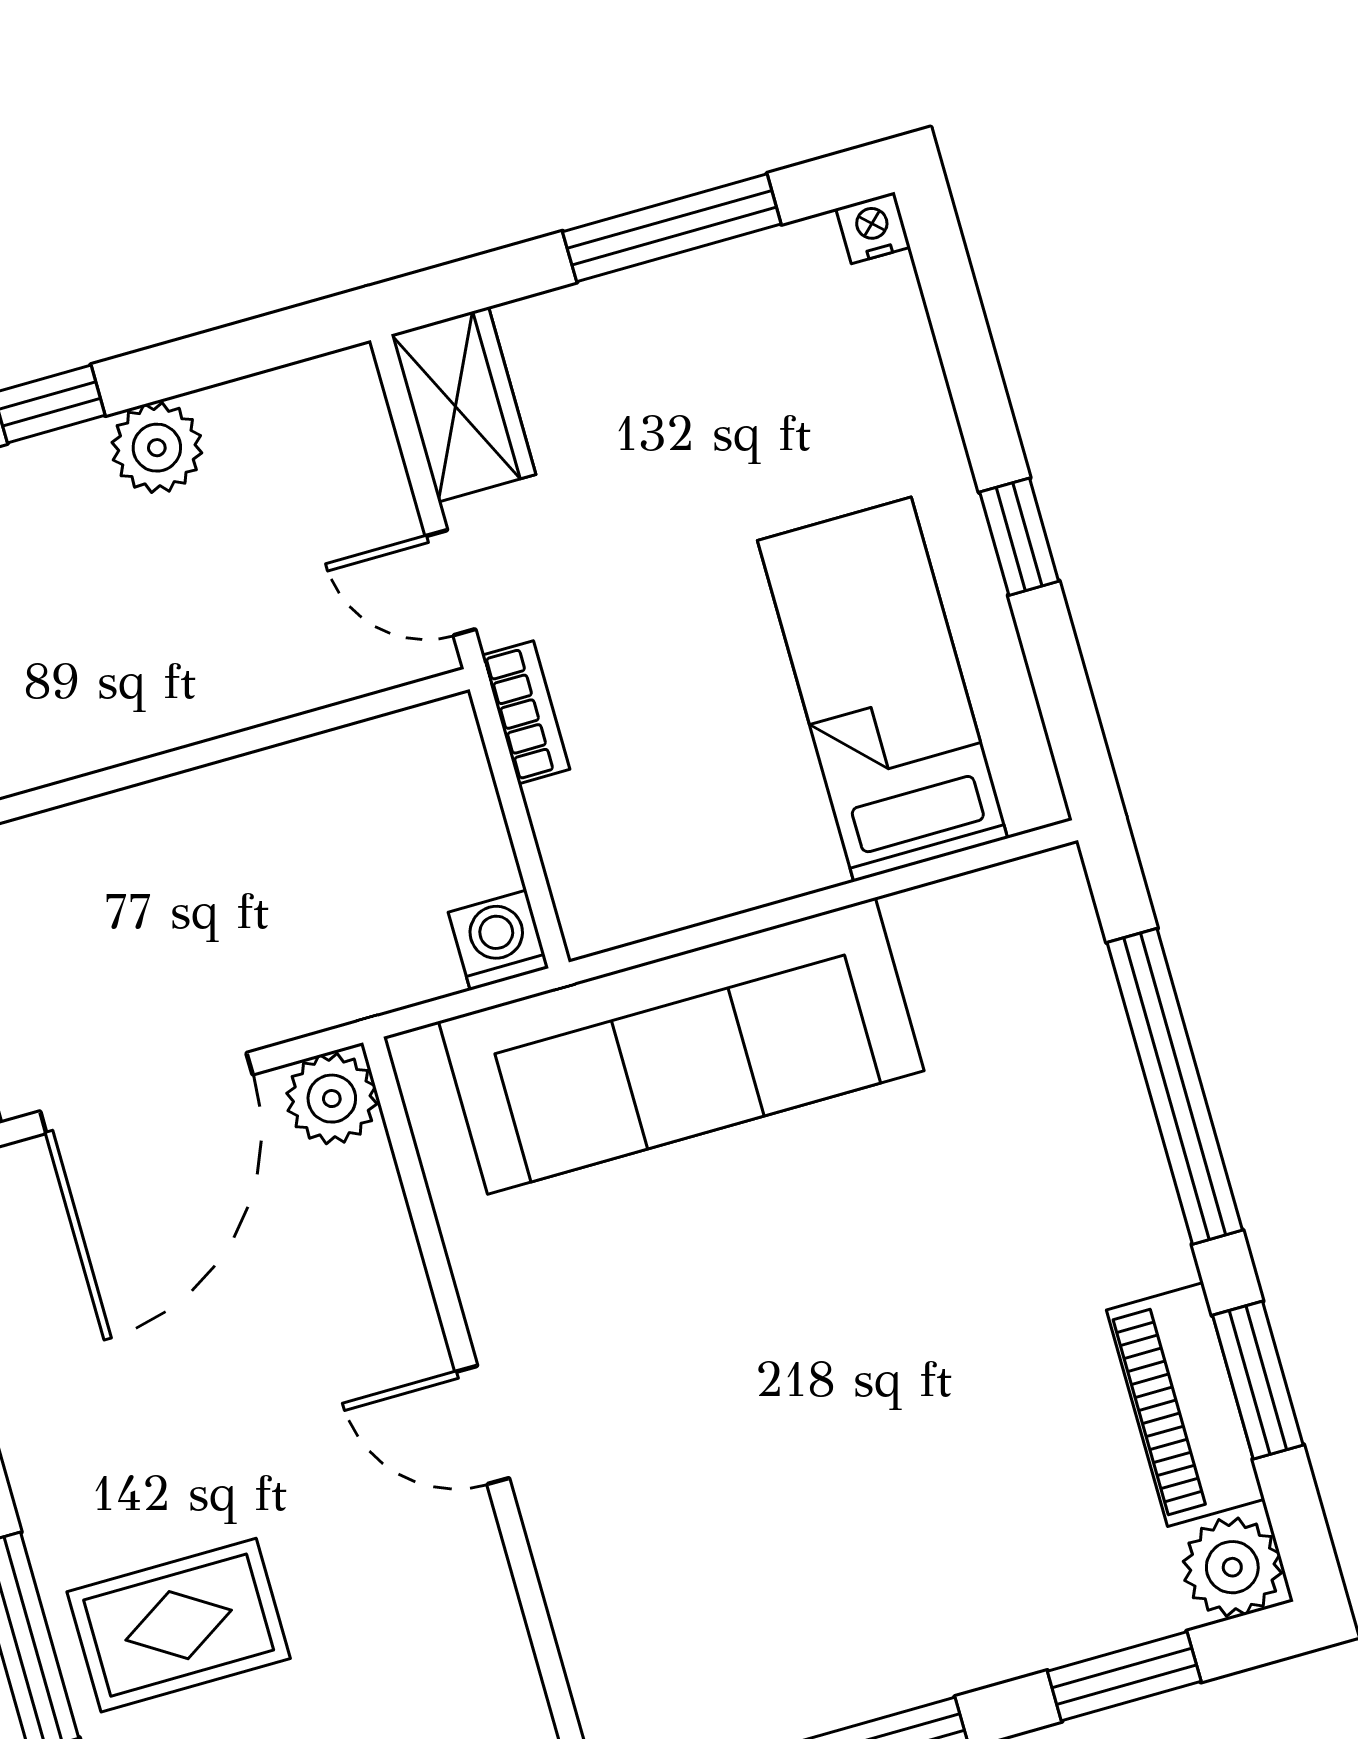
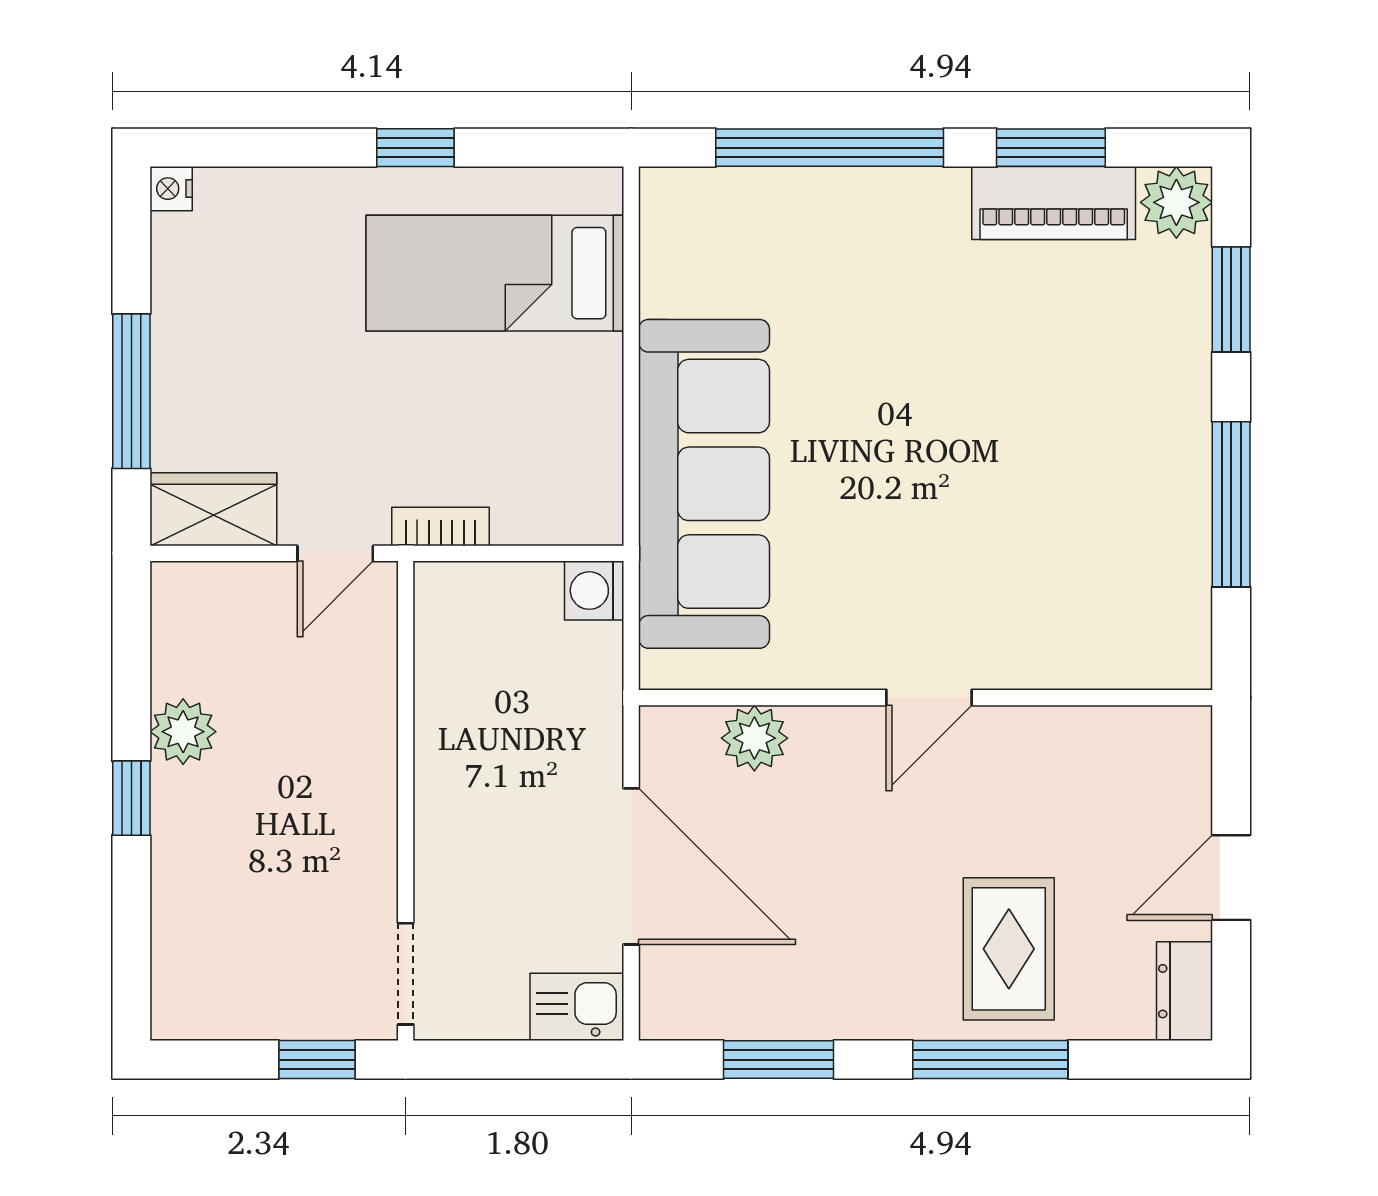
window: (672, 228) -> (131, 391), moved
plant: (332, 1099) -> (754, 738), moved

